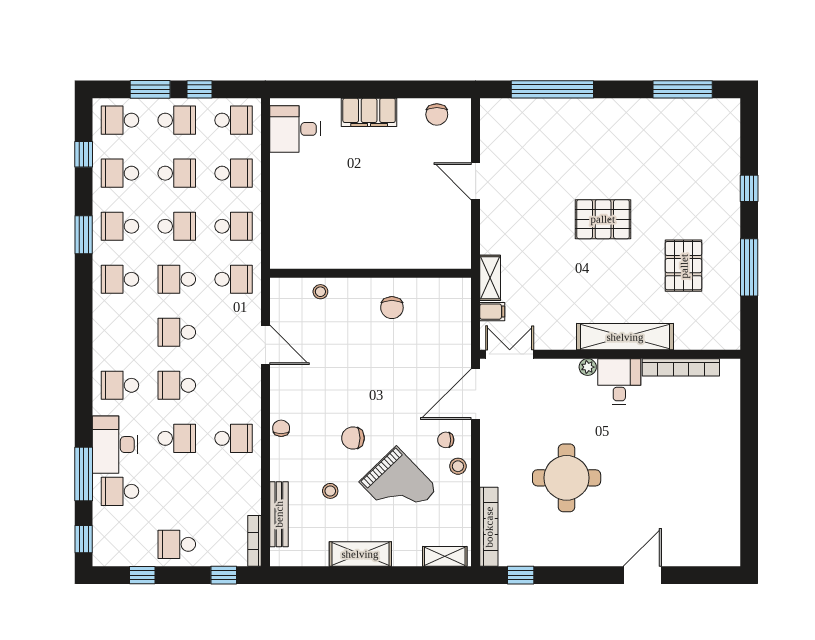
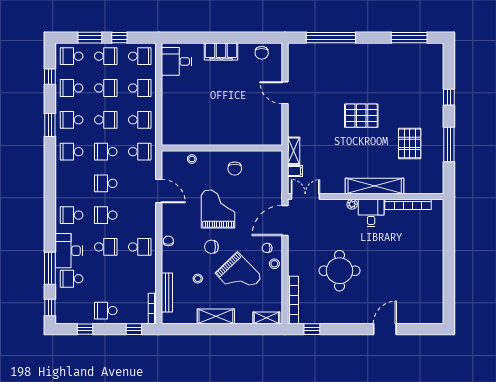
grand piano: (364, 375) -> (218, 209), added

